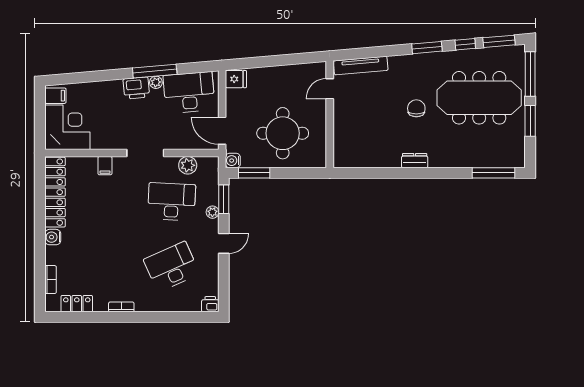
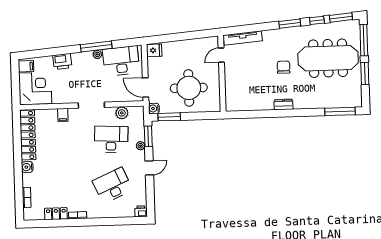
printer: (136, 88) -> (62, 61), moved
locker: (77, 304) -> (56, 214), moved

